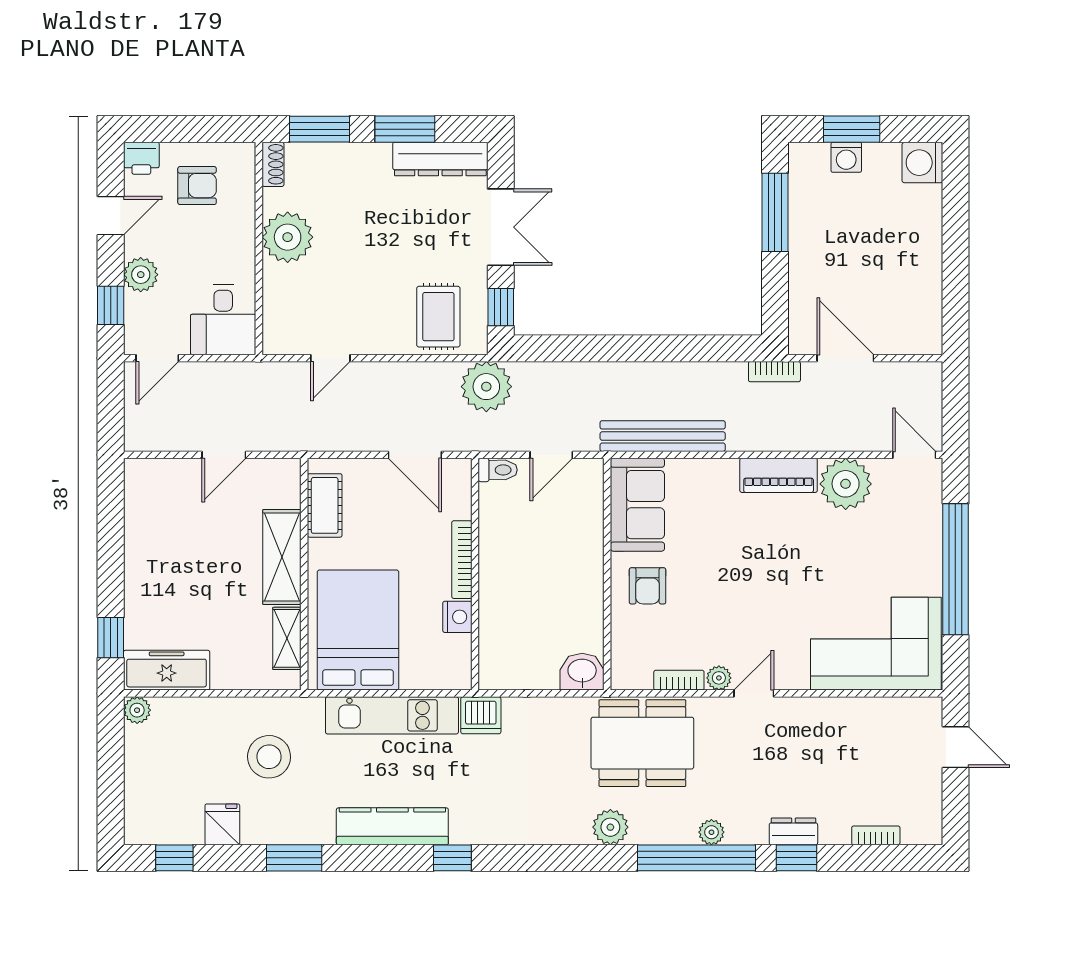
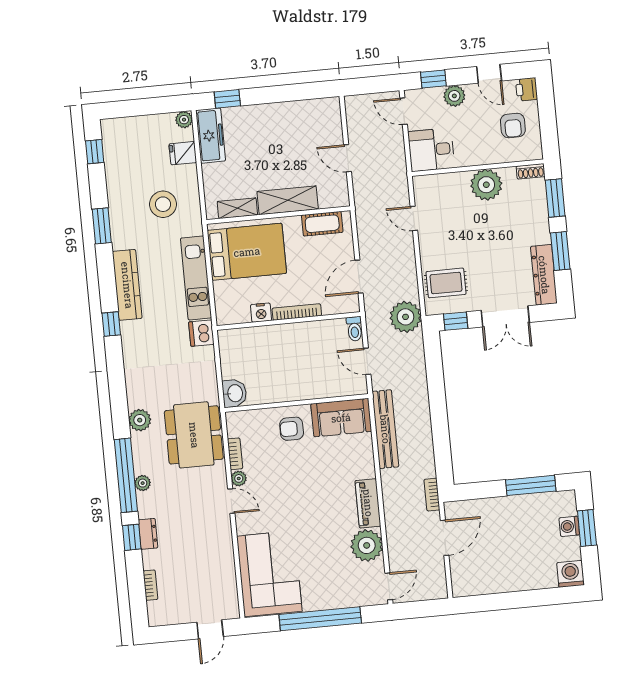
fridge: (222, 824) -> (183, 153), moved, turned 180

